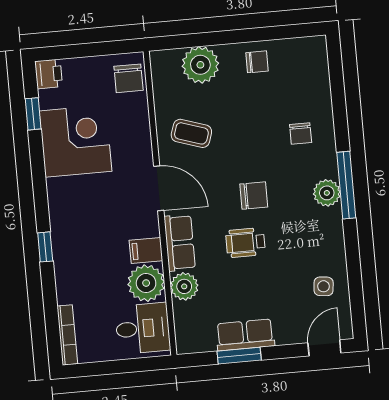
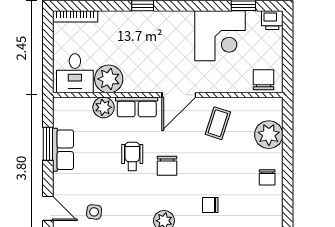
chair: (128, 78) -> (264, 80), turned 90
filing cabinet: (146, 250) -> (133, 81), removed

